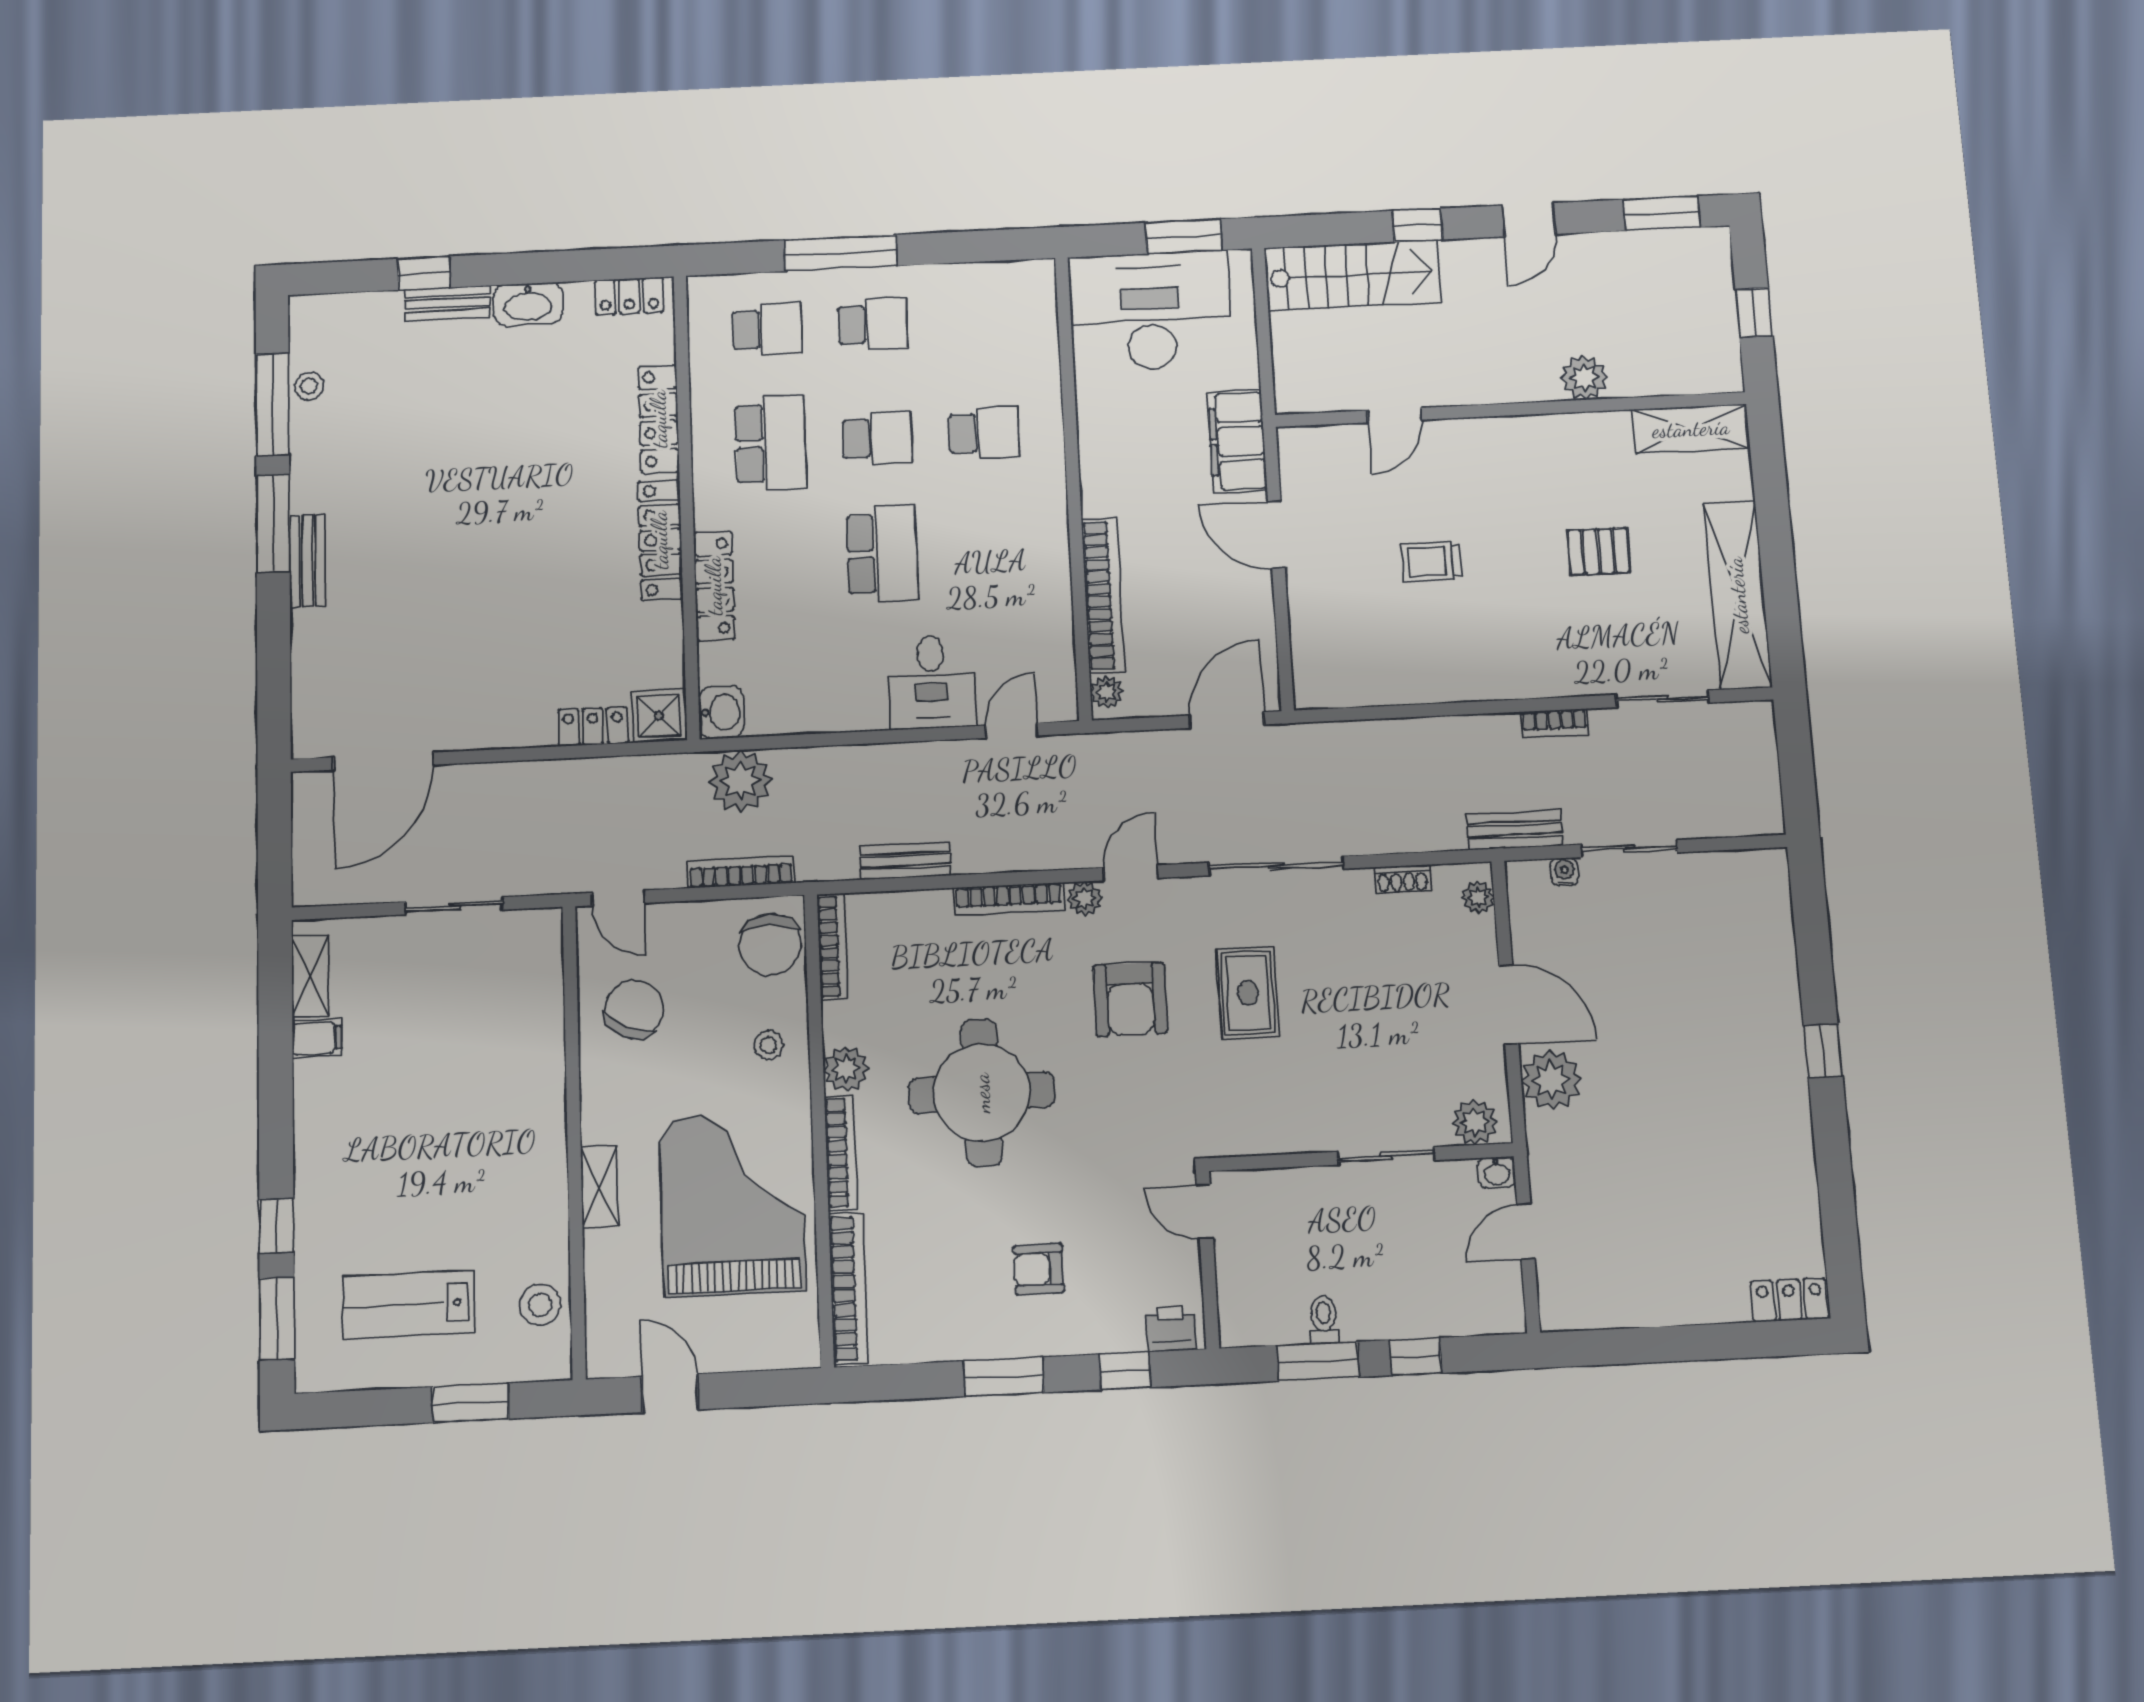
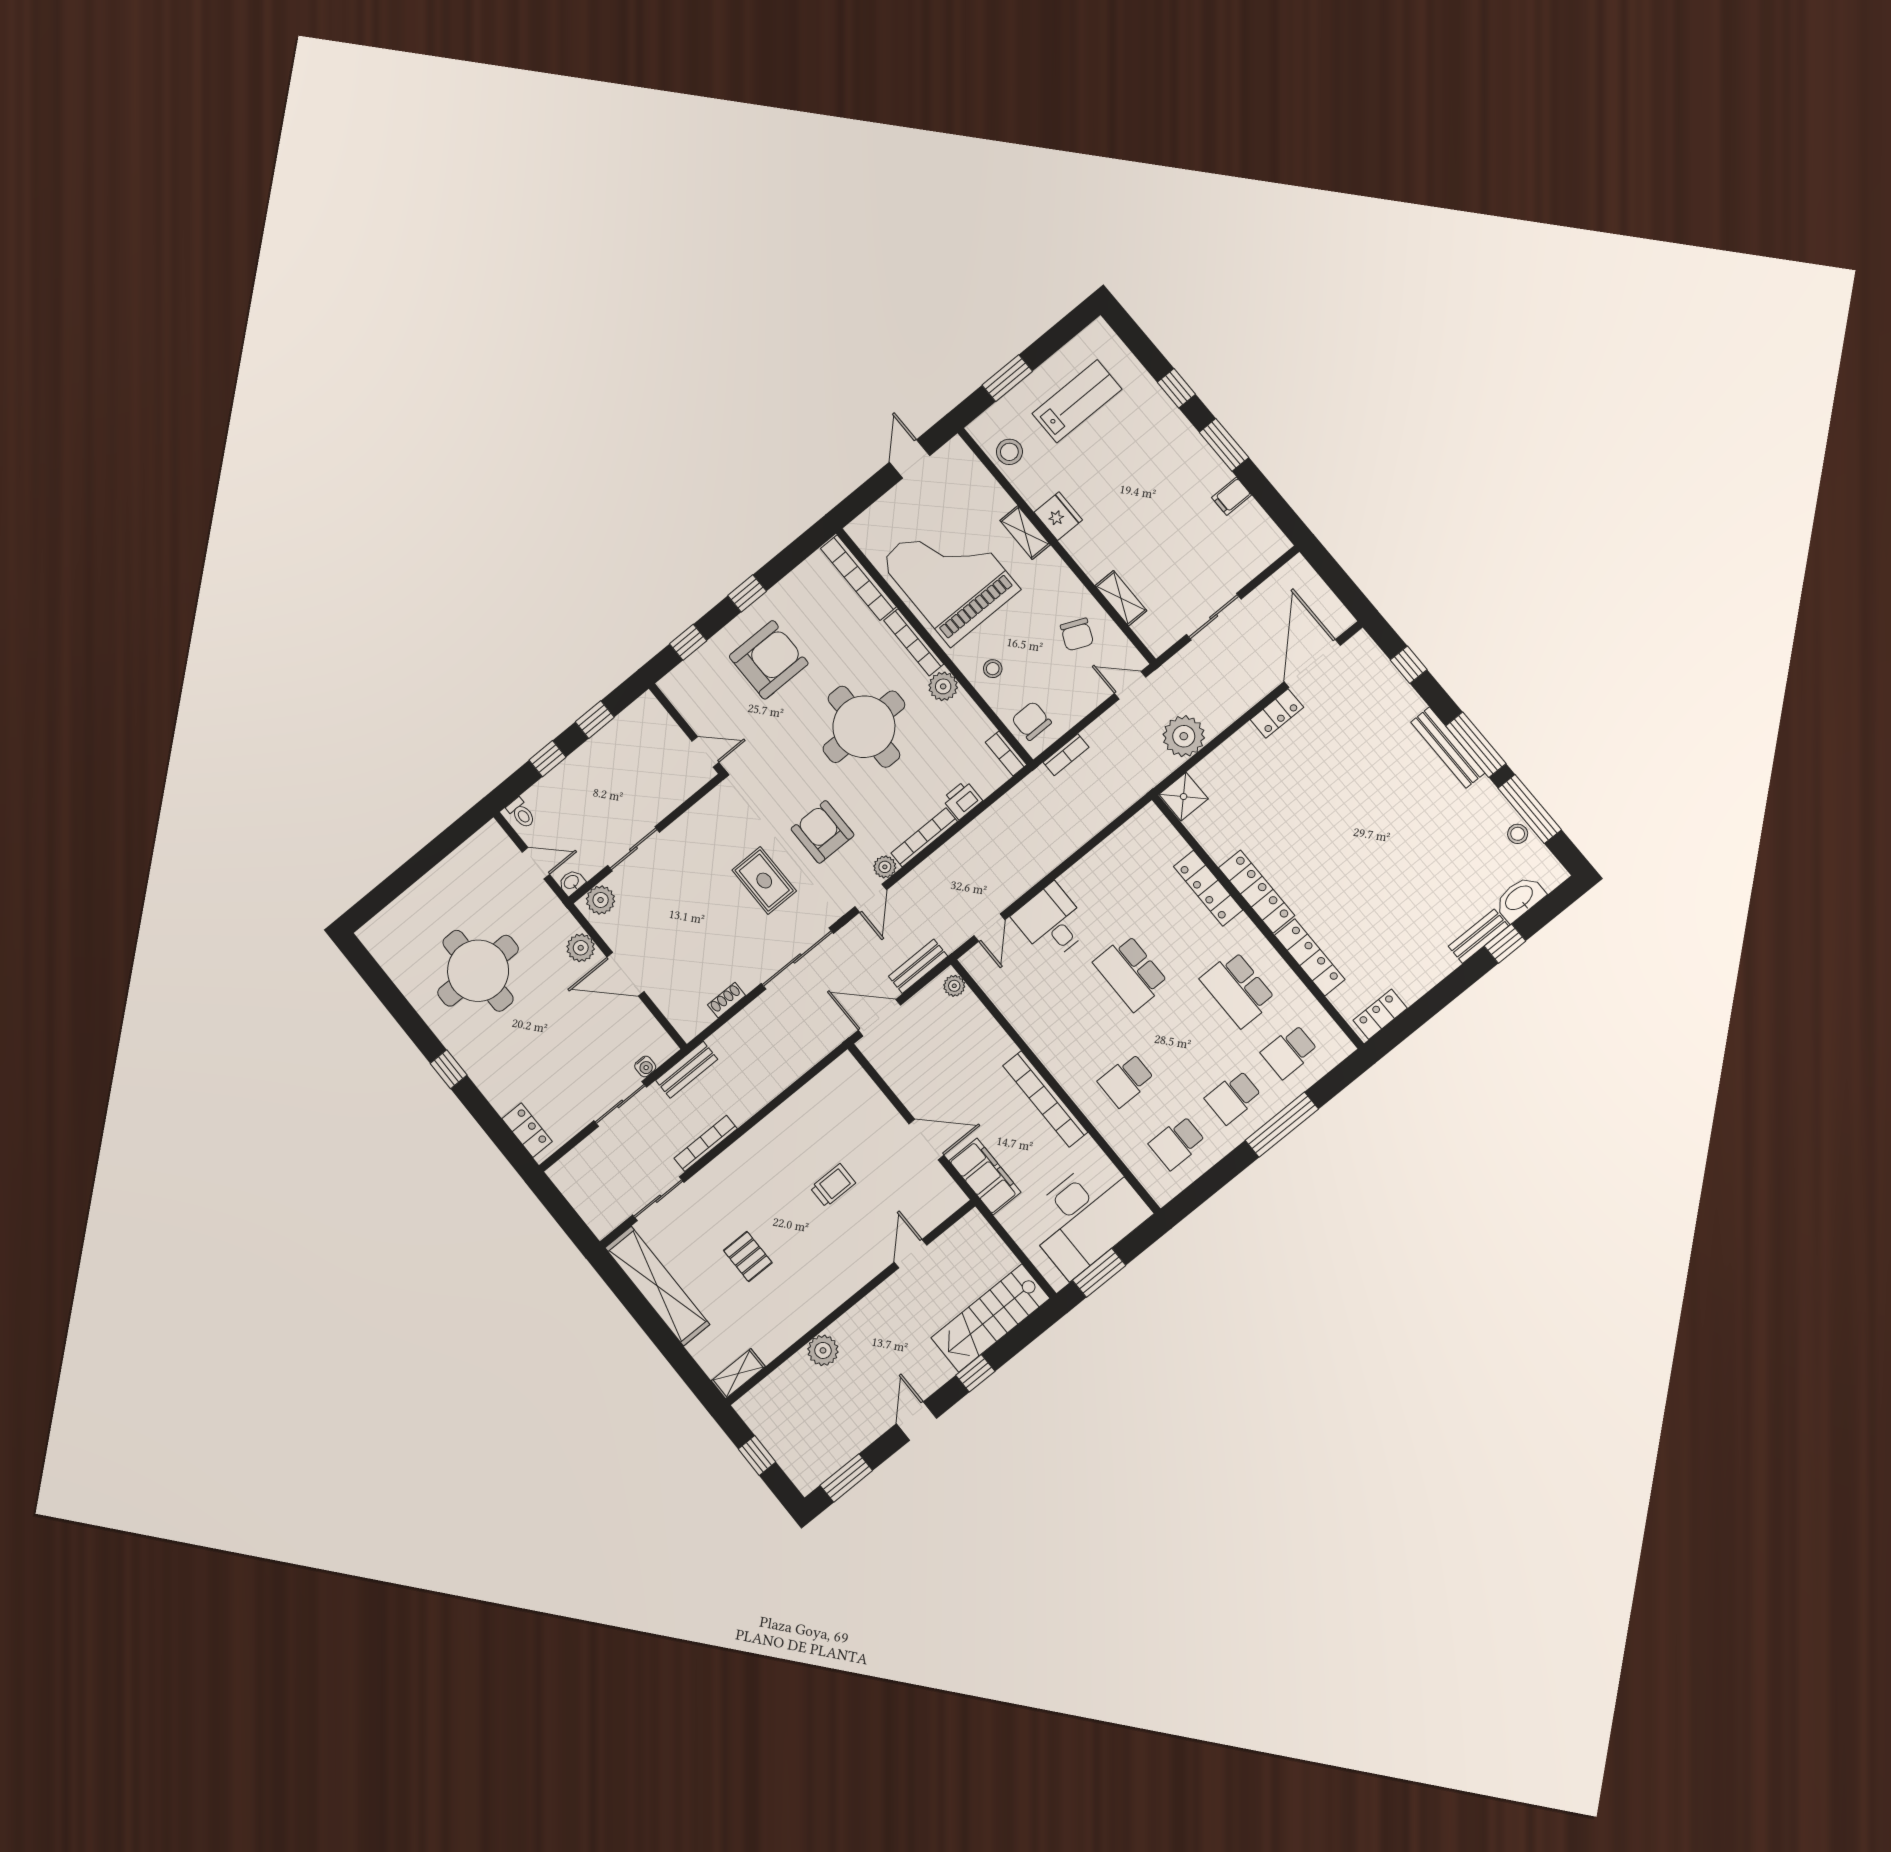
washbasin: (528, 304) -> (1520, 898), moved
shelving: (1691, 429) -> (738, 1374), width x0.67, depth x0.75
school desk: (878, 438) -> (1177, 1143), moved
pallet: (1599, 551) -> (748, 1257), turned 90
bench: (307, 561) -> (1448, 747), width x1.36
bookcase: (1103, 595) -> (1045, 1099), moved
window: (274, 675) -> (1409, 665), added
washbasin: (721, 712) -> (1151, 823), removed
door: (1227, 720) -> (879, 1018), swing flipped
bookcase: (1555, 723) -> (706, 1143), width x1.56
locker: (593, 726) -> (1277, 713), moved
plant: (741, 781) -> (1184, 736), moved
bench: (905, 861) -> (918, 966), moved
bookcase: (741, 872) -> (1066, 755), width x0.64
plant: (1478, 897) -> (681, 1020), removed
chair: (770, 944) -> (1031, 721), width x0.73, depth x0.73
bookcase: (832, 947) -> (1006, 753), width x0.64
shelving: (310, 976) -> (1121, 598), moved
chair: (634, 1009) -> (1077, 634), width x0.73, depth x0.73
plant: (1551, 1080) -> (581, 948), width x0.73, depth x0.73
round table: (1698, 1149) -> (478, 971), added
fridge: (543, 1176) -> (1058, 516), added
grand piano: (732, 1204) -> (950, 575), turned 180
door: (1526, 1232) -> (536, 863), hinge flipped
armchair: (1039, 1269) -> (769, 660), width x1.88, depth x1.88
locker: (1789, 1300) -> (527, 1130), moved, turned -90
window: (277, 1318) -> (1224, 445), moved
toilet: (1324, 1320) -> (521, 813), moved
printer: (1171, 1328) -> (962, 800), moved, turned 180
window: (1318, 1361) -> (595, 720), width x0.67
window: (1004, 1377) -> (747, 593), width x0.67
door: (670, 1393) -> (910, 459), swing flipped

